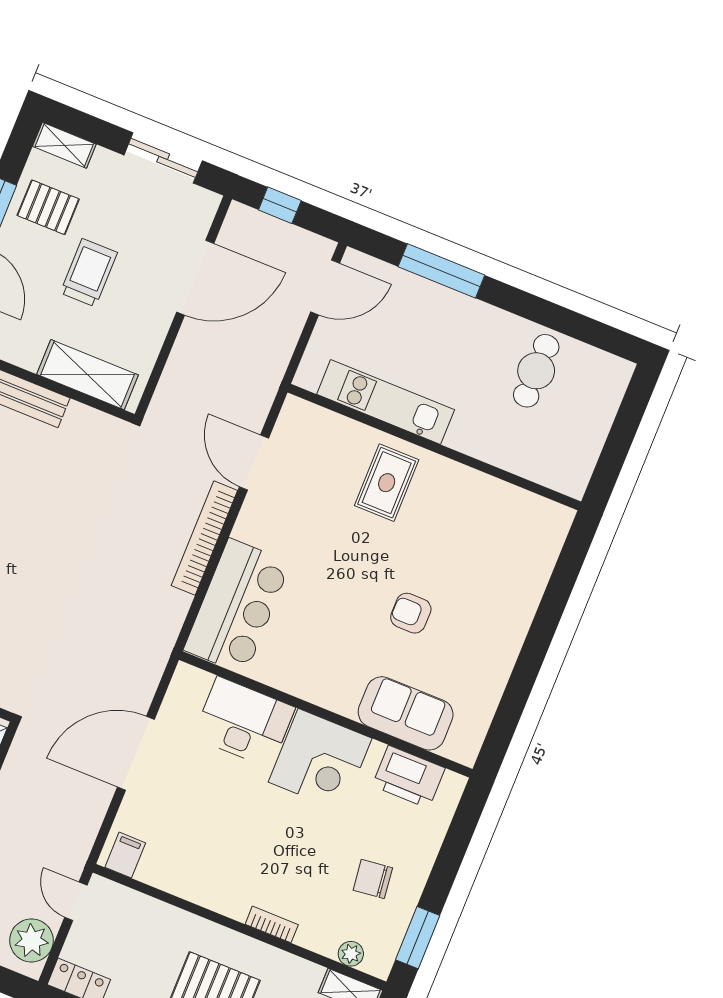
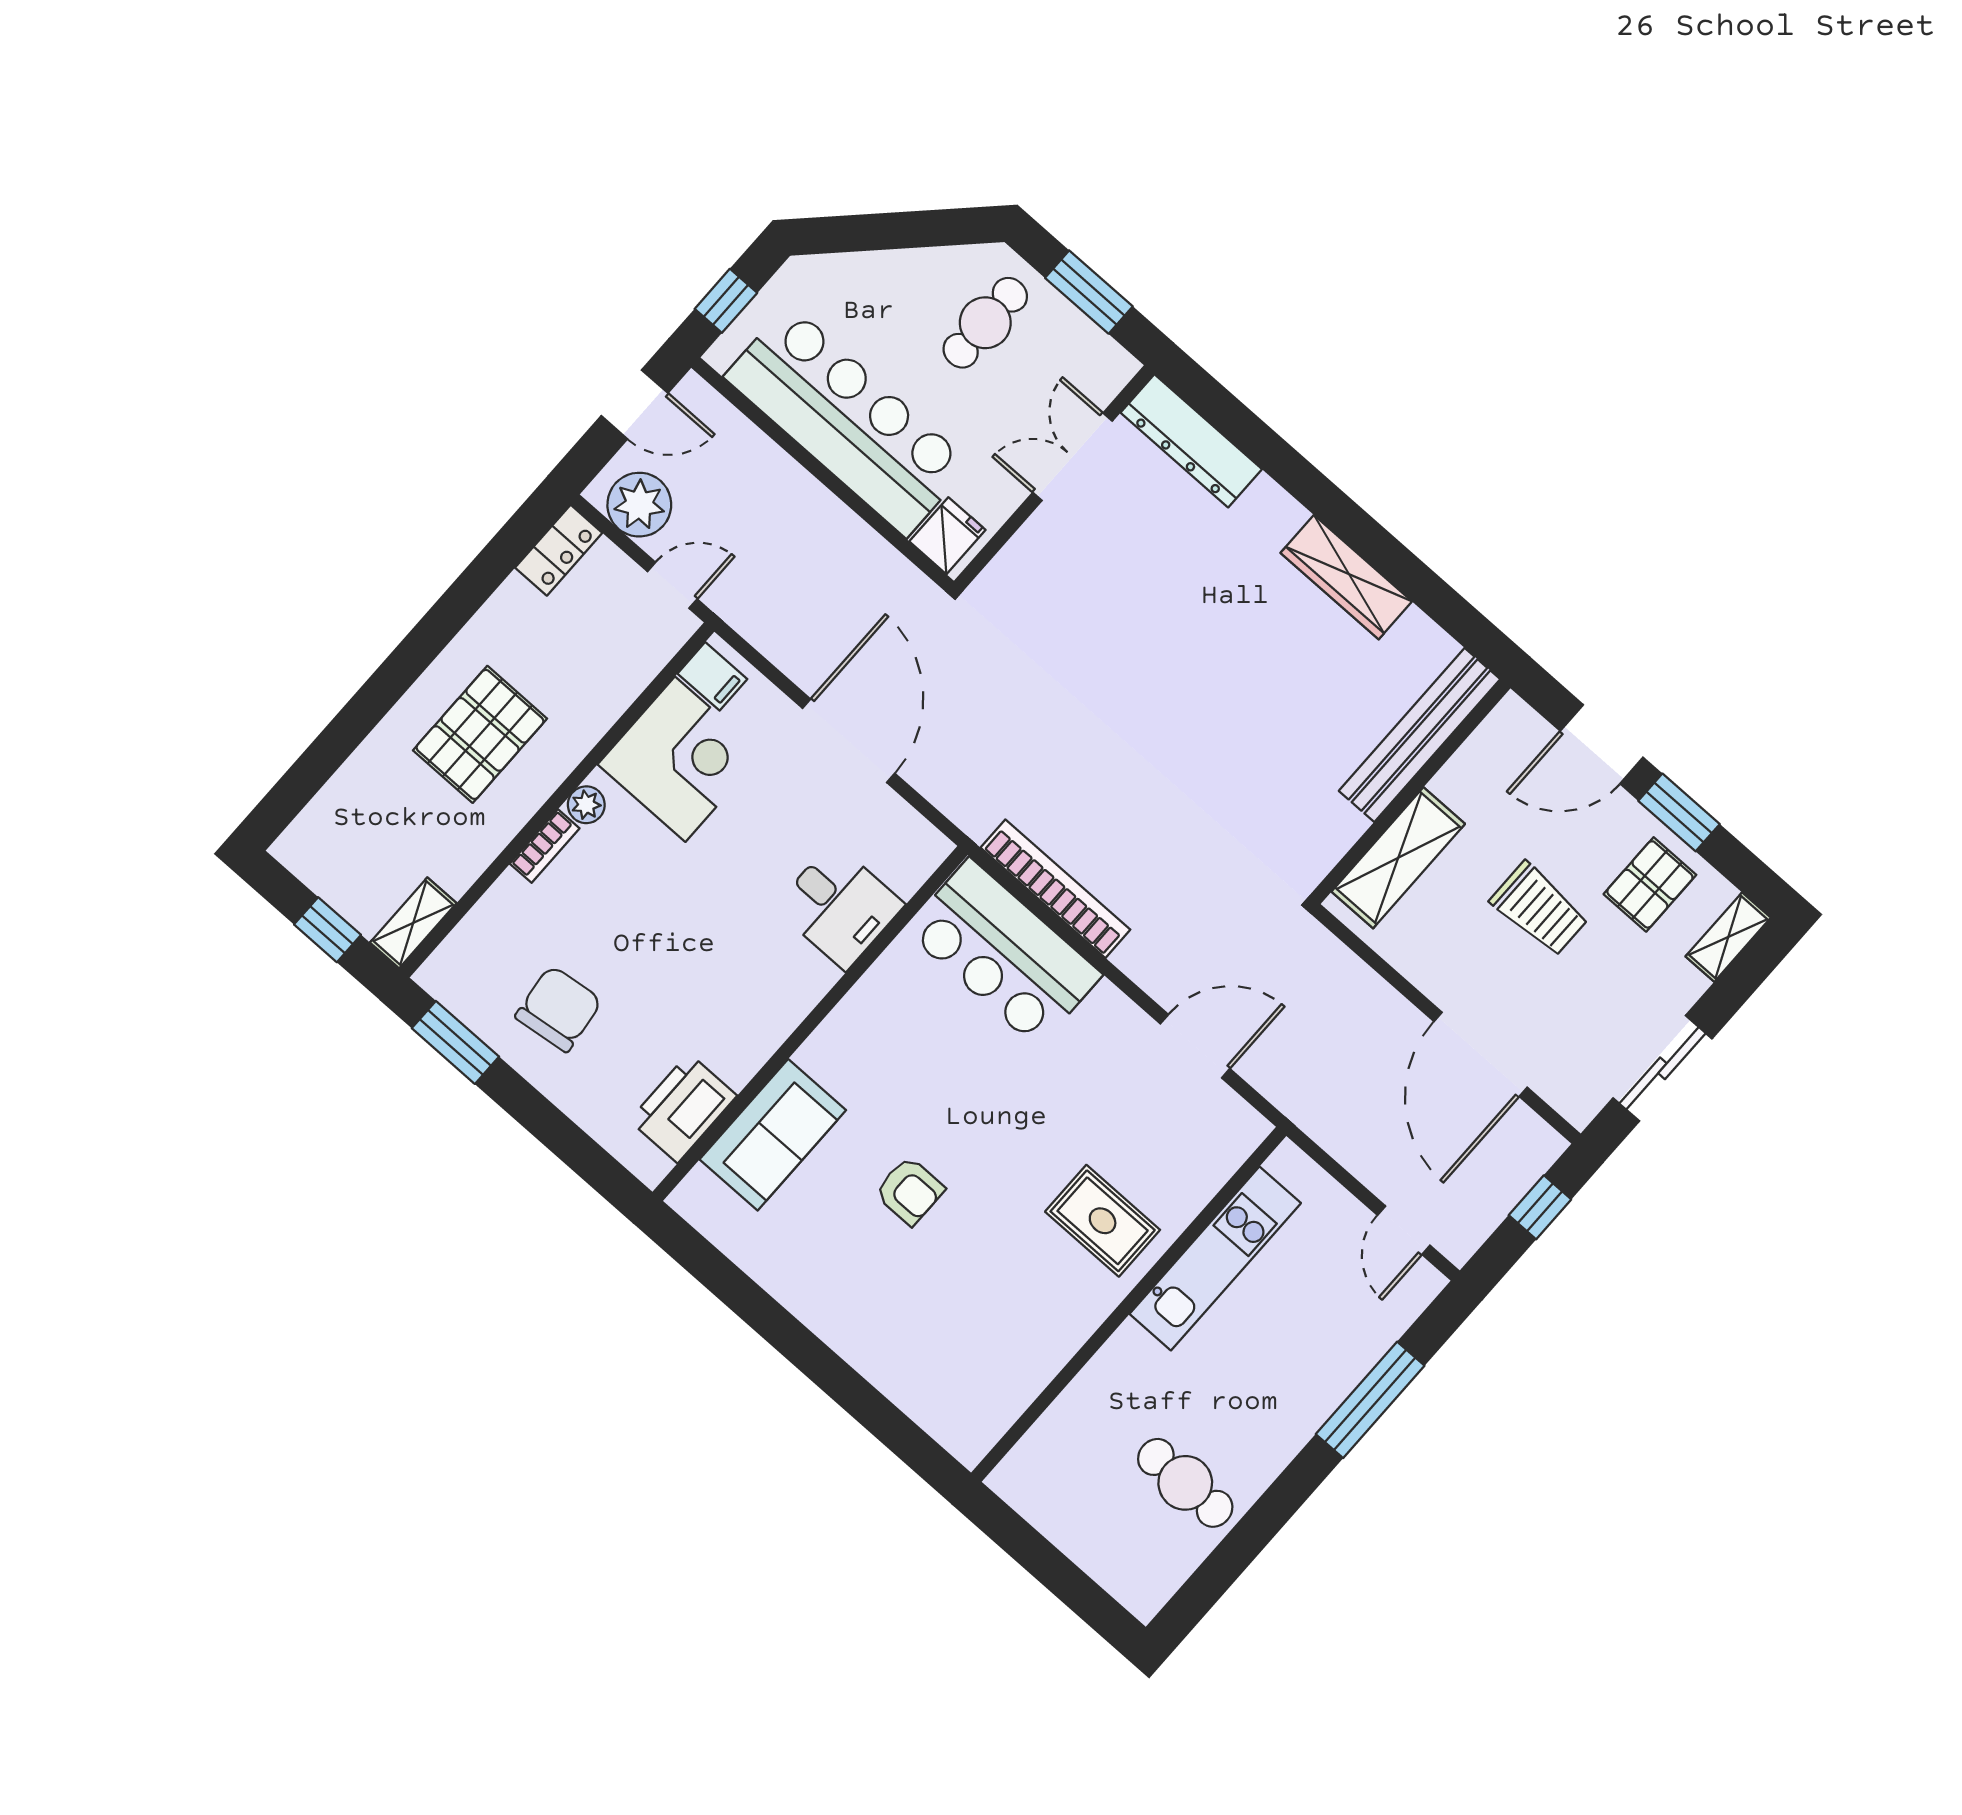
door: (325, 287) -> (1404, 1230), width x0.73
bookcase: (204, 538) -> (1055, 889), moved
armchair: (411, 613) -> (910, 1191), turned 90
desk: (244, 722) -> (839, 906), width x0.73
corner desk: (320, 760) -> (680, 759), moved, turned 180
chair: (373, 879) -> (559, 1009), width x1.37, depth x1.37
plant: (351, 954) -> (586, 805), moved

